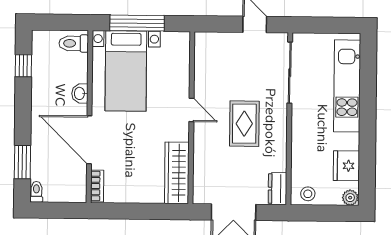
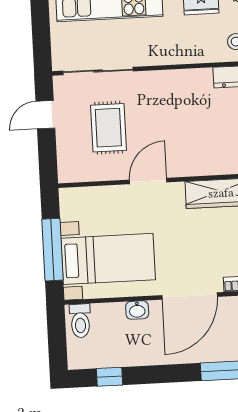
door: (191, 110) -> (148, 181), width x1.38
rug: (244, 124) -> (108, 128), moved, turned 90

